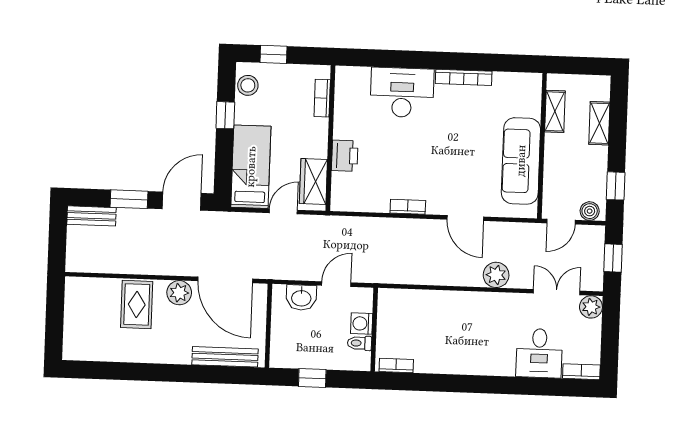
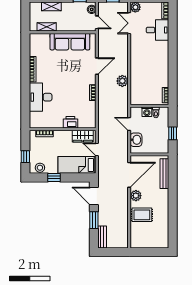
plant: (496, 275) -> (122, 81), moved

